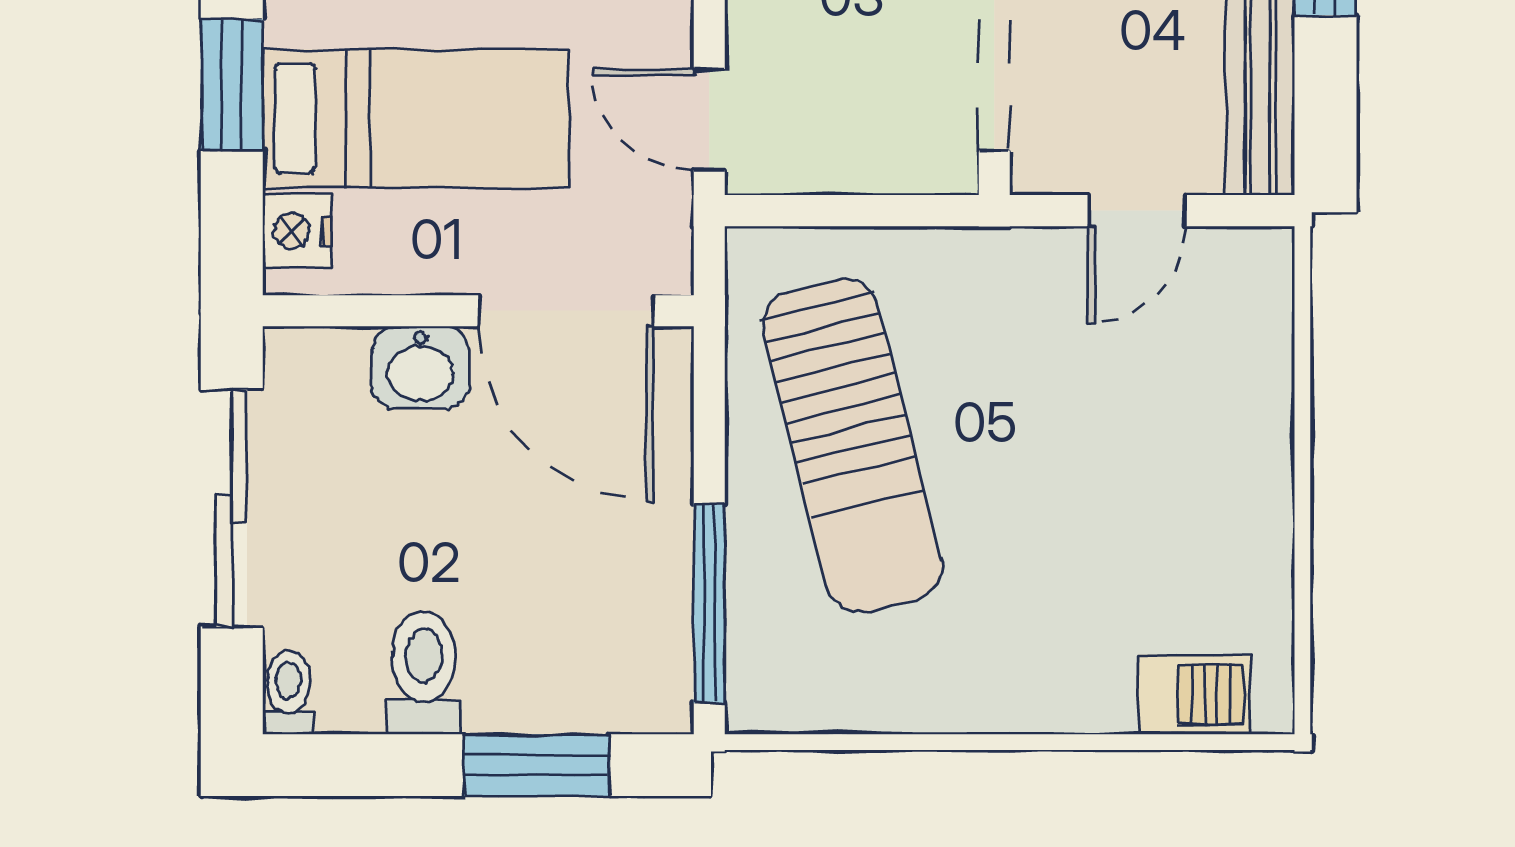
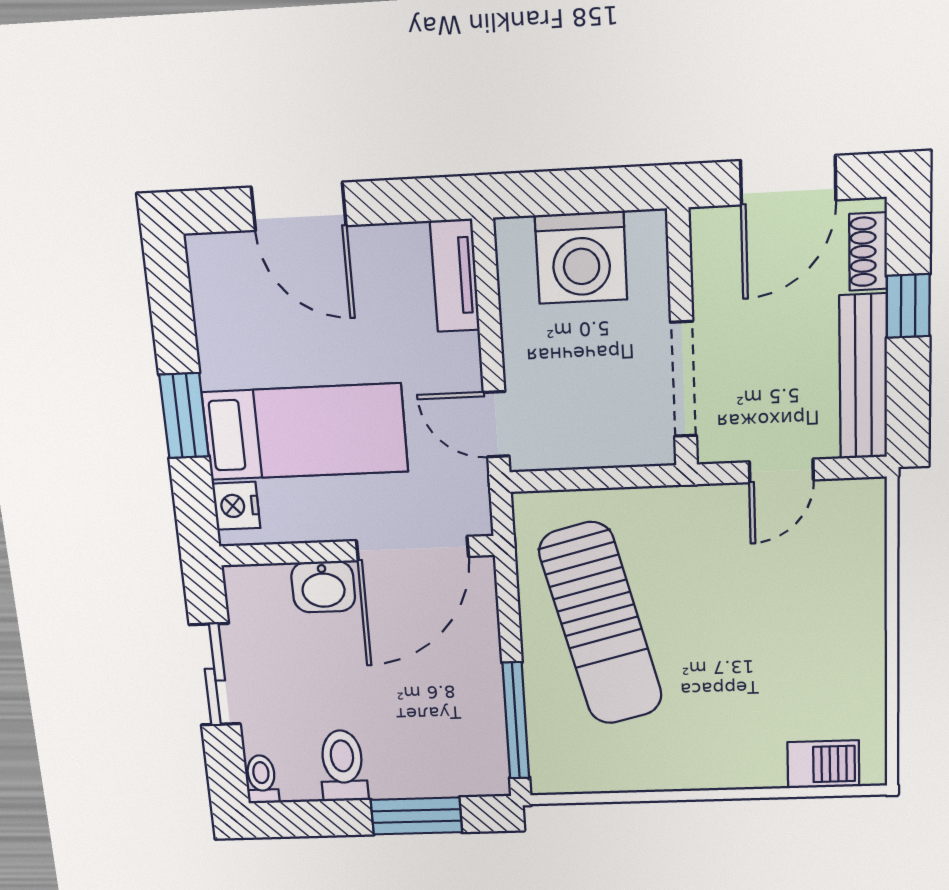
door: (566, 311) -> (412, 549), hinge flipped
sliding door: (232, 508) -> (215, 675), width x0.73

